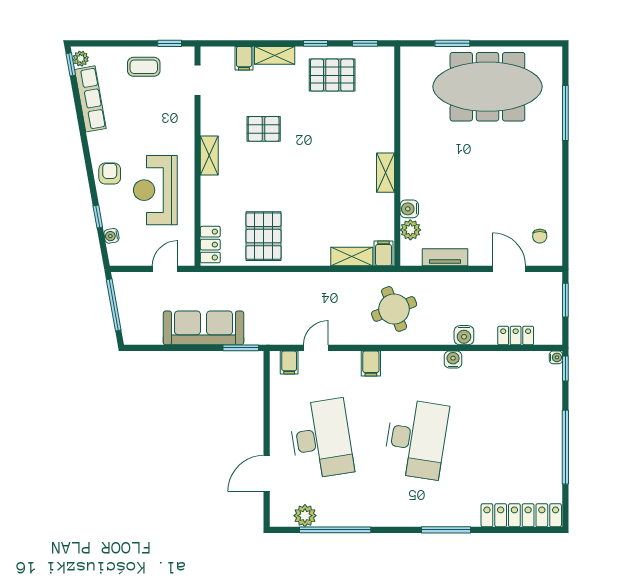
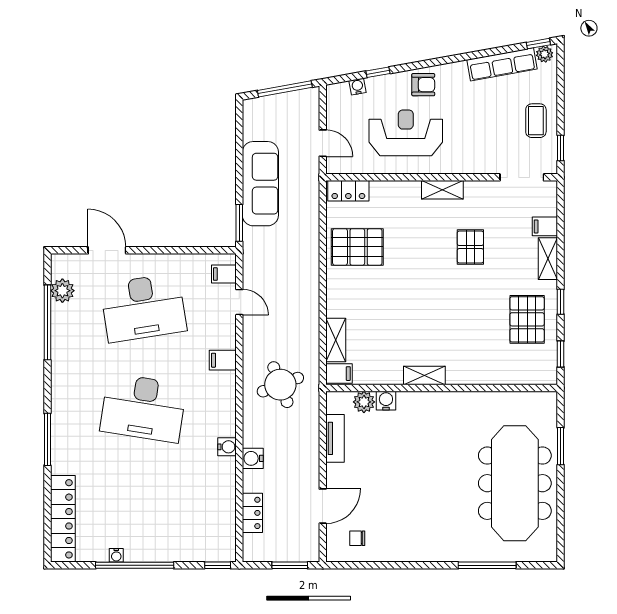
doorway: (197, 80) -> (522, 177), width x1.38
water cooler: (556, 357) -> (116, 555), moved

